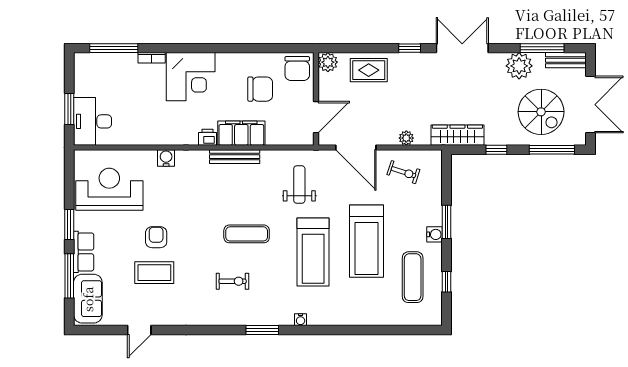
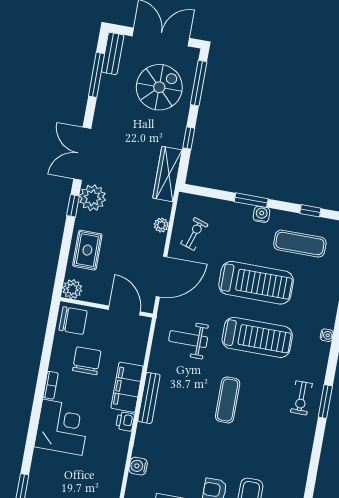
bookcase: (152, 58) -> (51, 385), moved
plant: (519, 66) -> (92, 198), moved
exercise bike: (233, 281) -> (301, 398), moved, turned 180
water cooler: (301, 320) -> (327, 335), moved

